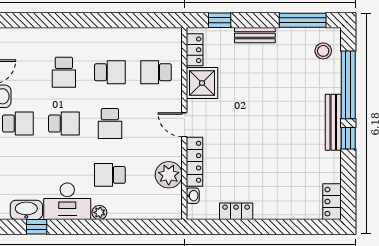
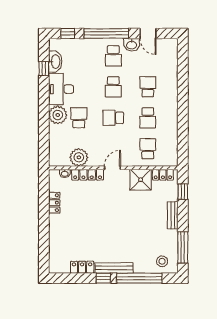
school desk: (64, 72) -> (148, 87), turned 90
locker: (332, 202) -> (82, 267), moved
plant: (99, 212) -> (58, 115), width x1.88, depth x1.88

